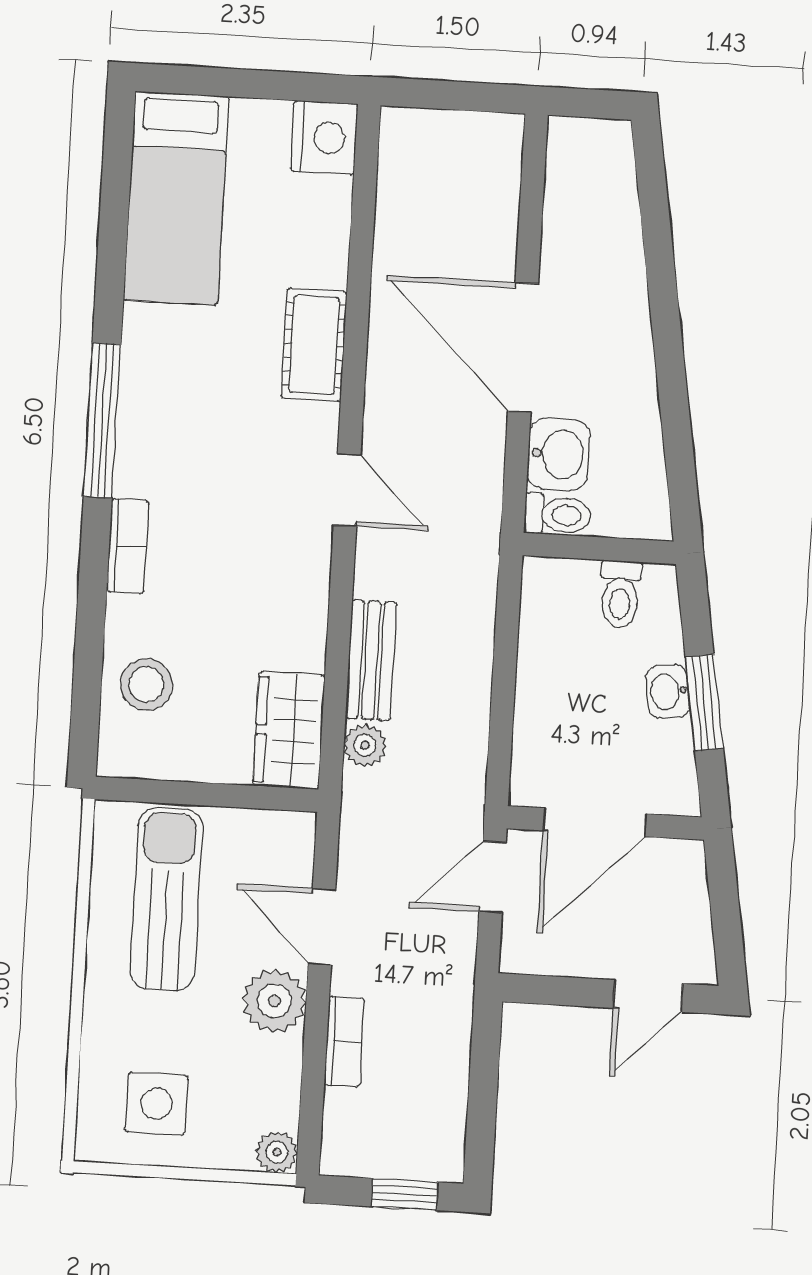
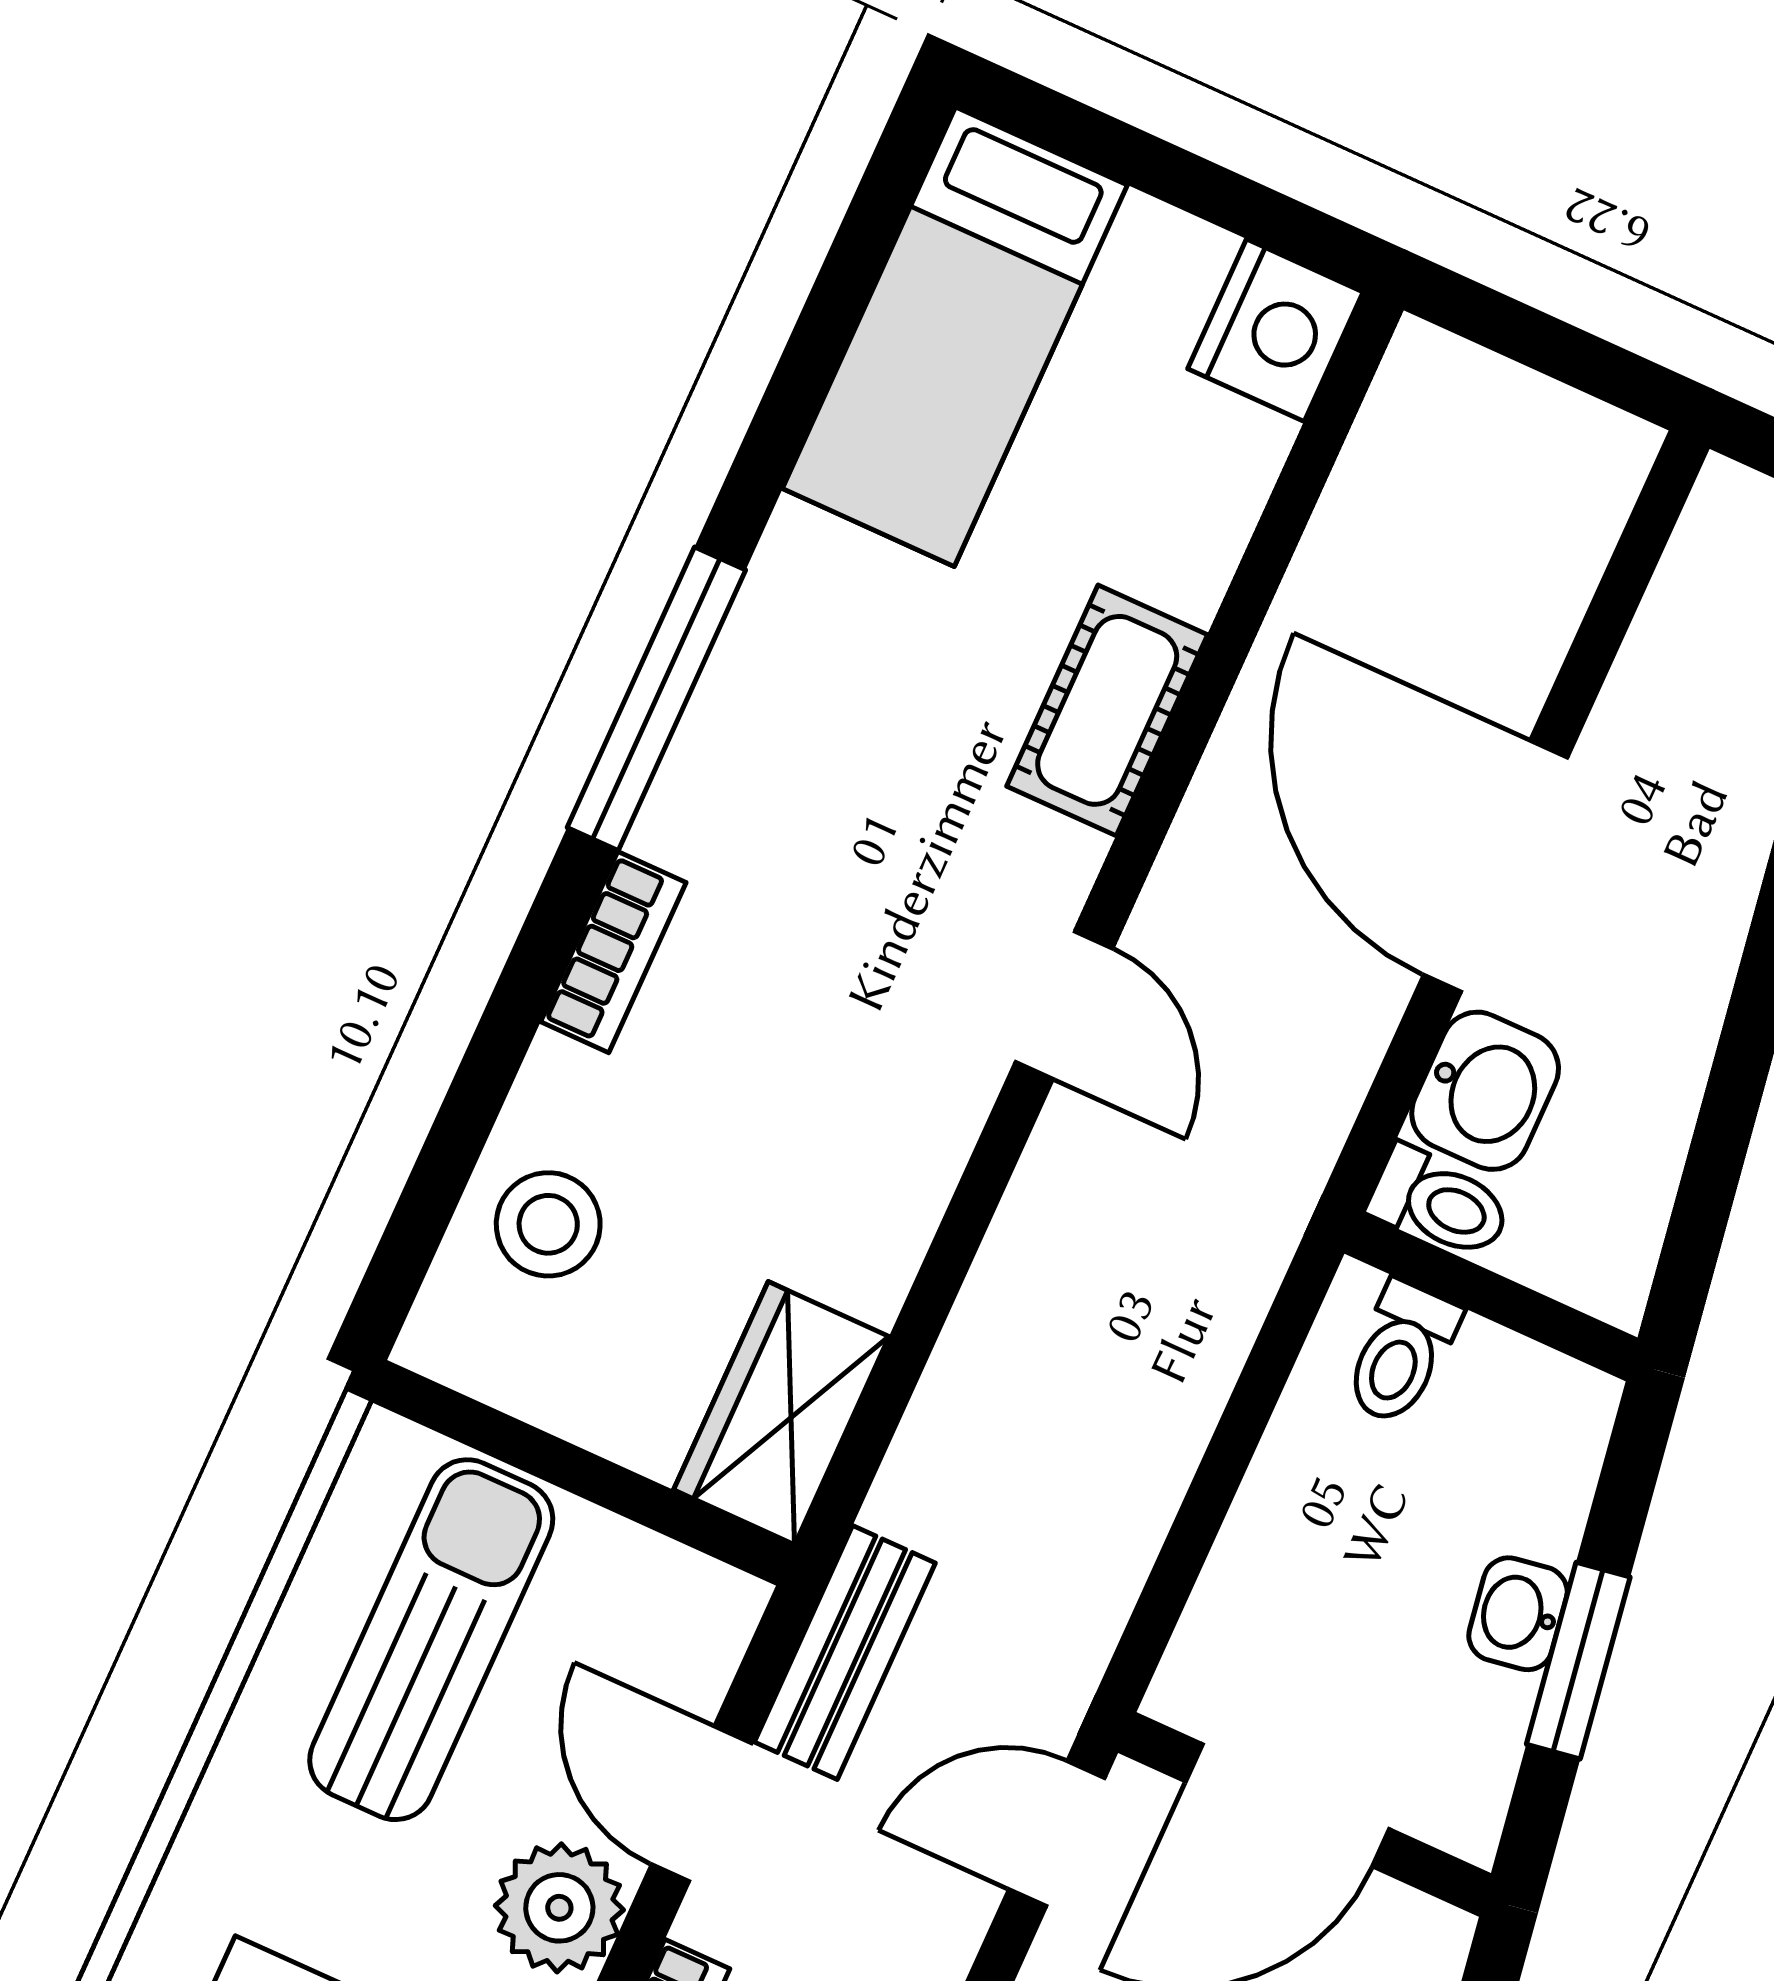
toilet: (620, 594) -> (1401, 1353), moved
bench: (371, 660) -> (845, 1653), moved
plant: (365, 745) -> (913, 1496), removed

